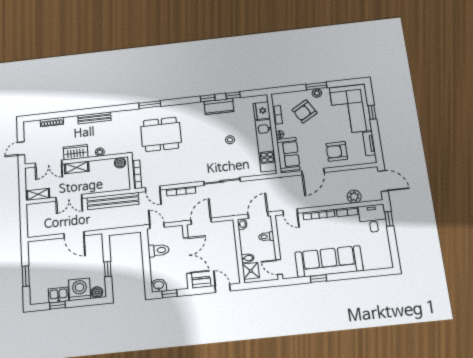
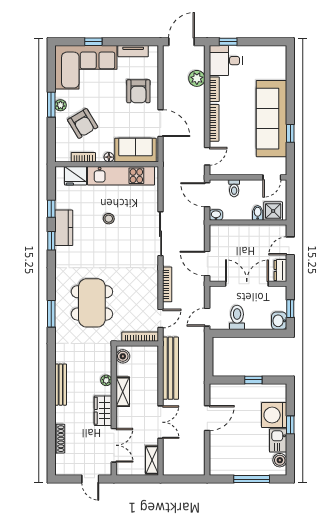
shelving: (77, 167) -> (123, 392), moved
window: (26, 276) -> (252, 479), width x1.44
boiler: (97, 292) -> (280, 460), moved
window: (58, 305) -> (290, 425), moved

